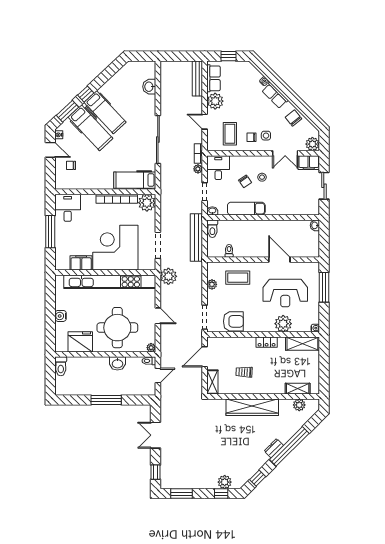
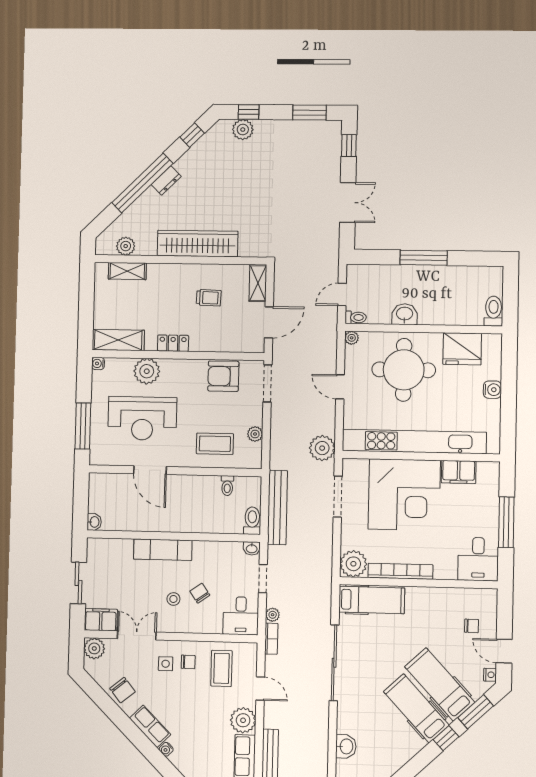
exam couch: (246, 209) -> (163, 550), moved
reception desk: (285, 293) -> (142, 418), turned 180

